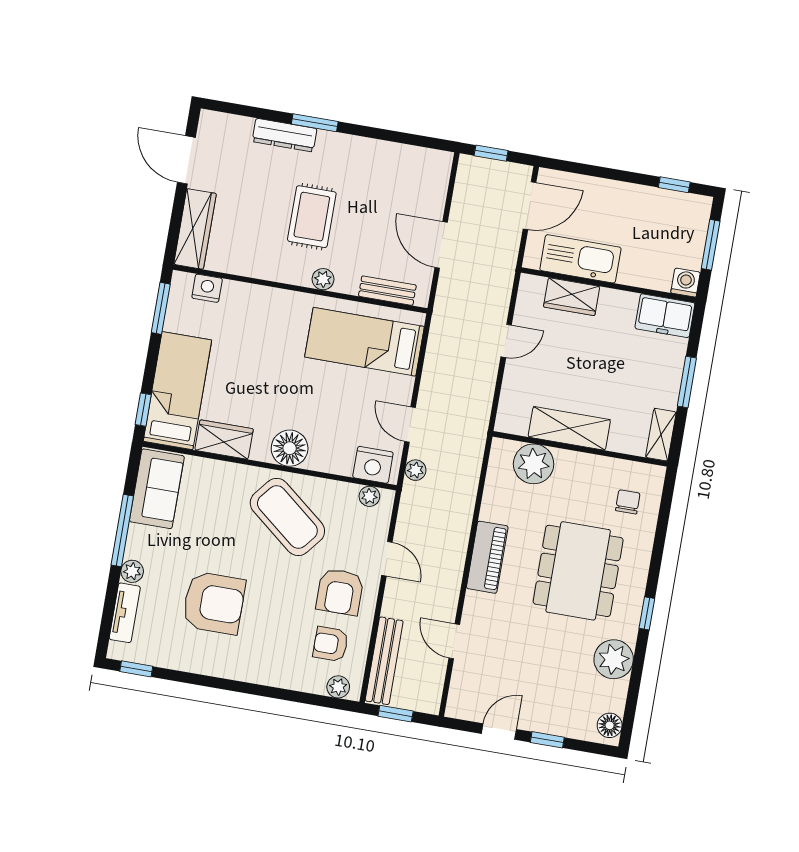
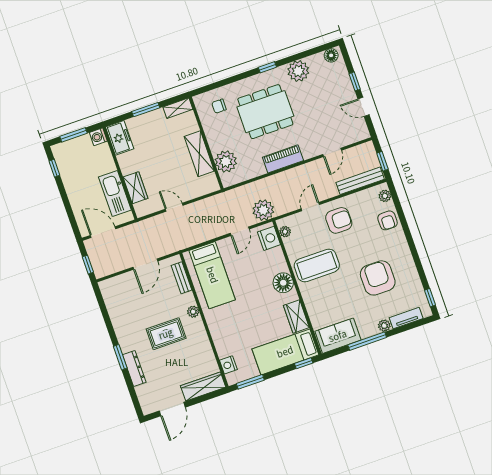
plant: (415, 470) -> (263, 210), width x1.87, depth x1.87
coffee table: (287, 517) -> (317, 265), turned 51
armchair: (331, 644) -> (388, 220), moved

